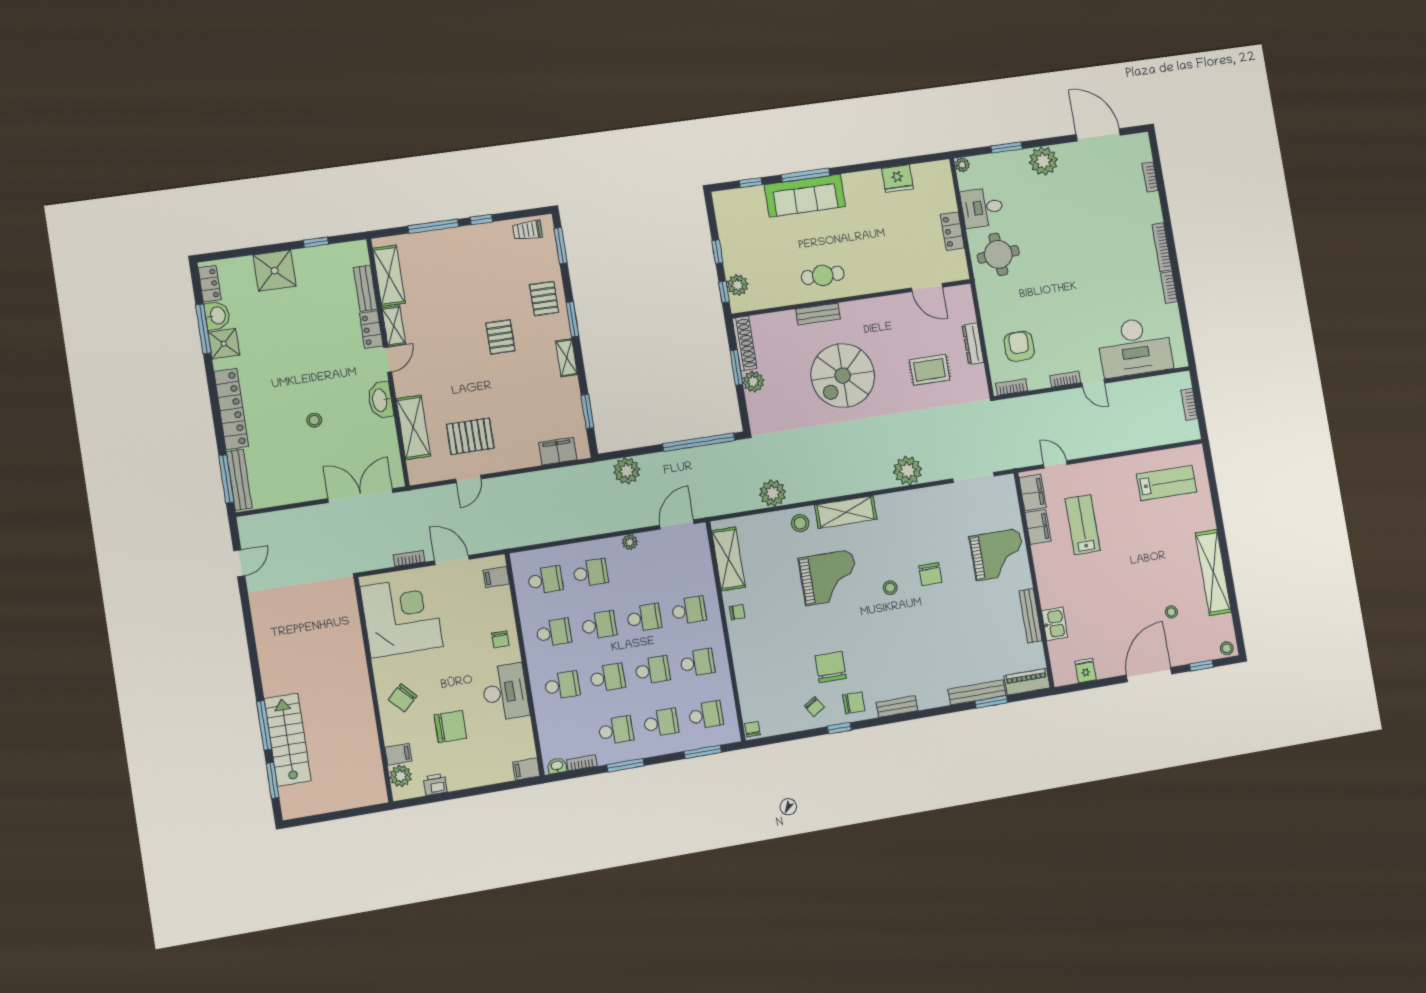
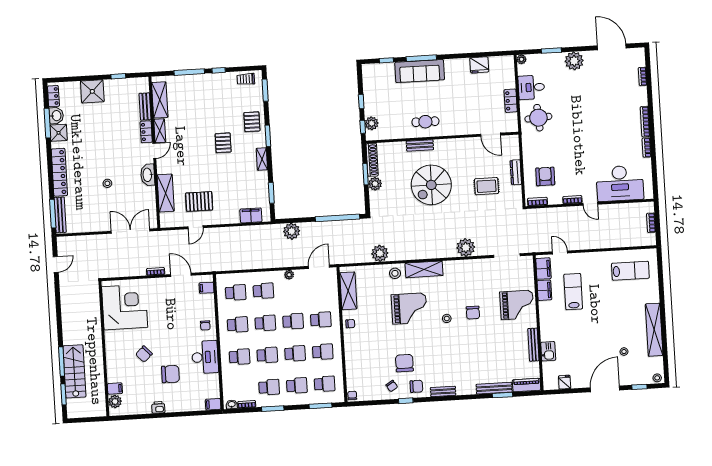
corner desk: (402, 617) -> (125, 307), moved
wall: (373, 689) -> (104, 349), moved
filing cabinet: (398, 754) -> (115, 389), moved
plant: (401, 776) -> (115, 401), moved

